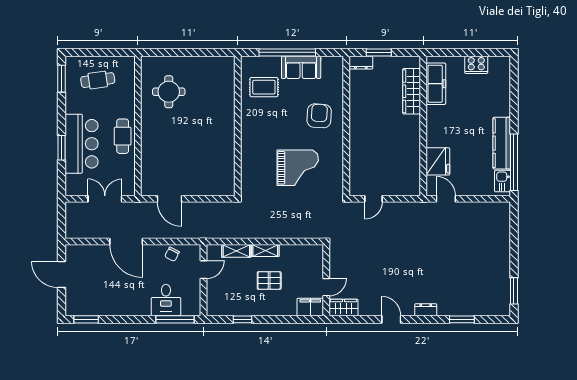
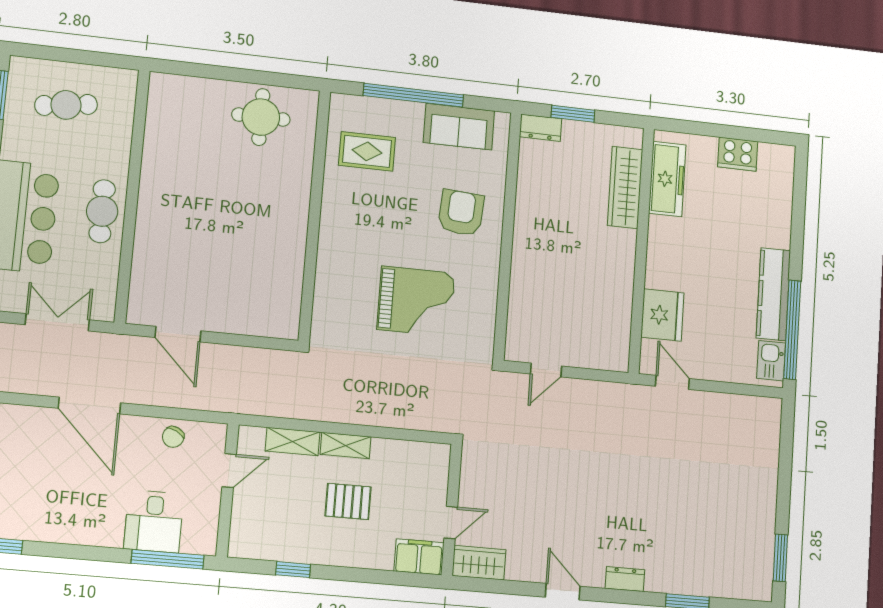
sofa: (301, 67) -> (459, 127), moved
round table: (169, 92) -> (261, 117), moved

